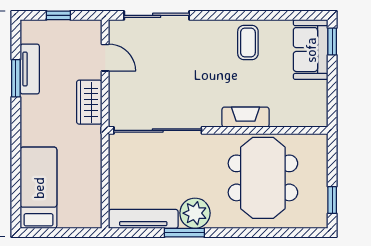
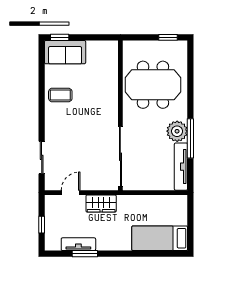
sliding door: (157, 15) -> (42, 157), width x0.73
fireplace: (246, 117) -> (111, 97), removed
window: (184, 233) -> (190, 138), width x1.44

